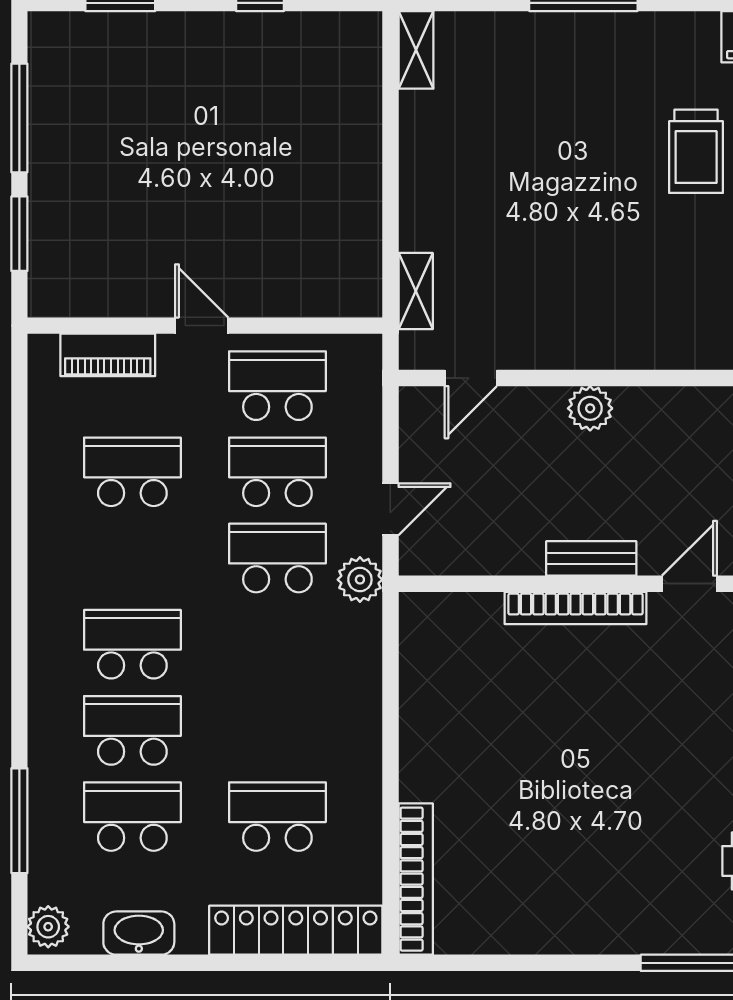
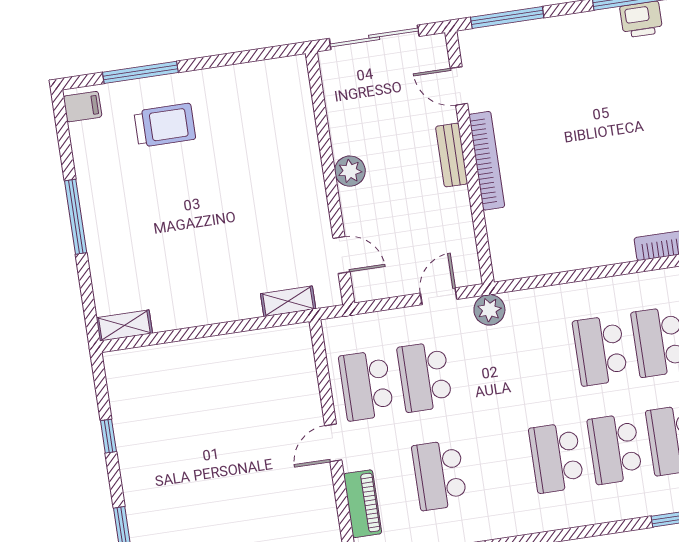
door: (390, 509) -> (439, 296), hinge flipped
school desk: (277, 558) -> (600, 351), moved

